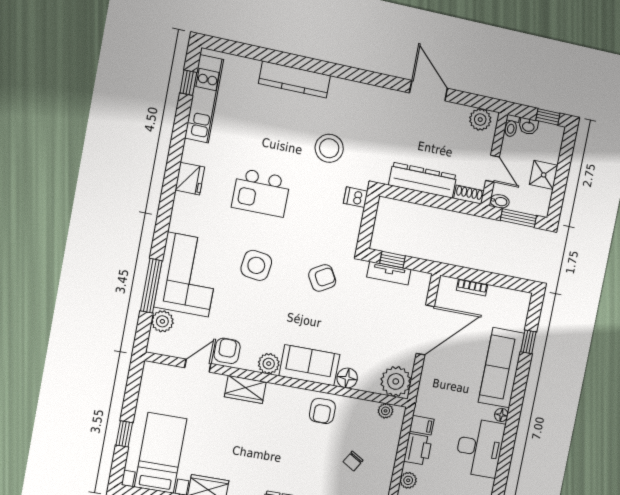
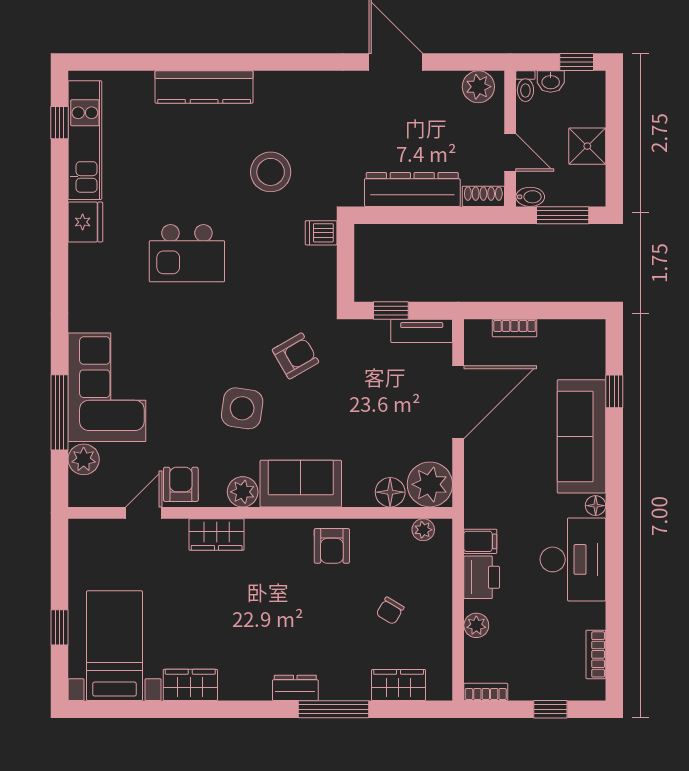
fridge: (190, 179) -> (85, 222), moved
side table: (256, 265) -> (242, 408), moved
tv unit: (389, 273) -> (422, 331), moved
floor lamp: (347, 378) -> (390, 492), moved

